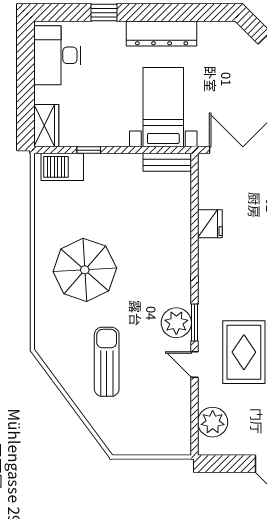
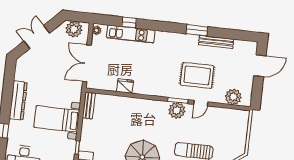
bed with nightstands: (163, 107) -> (57, 119), moved

